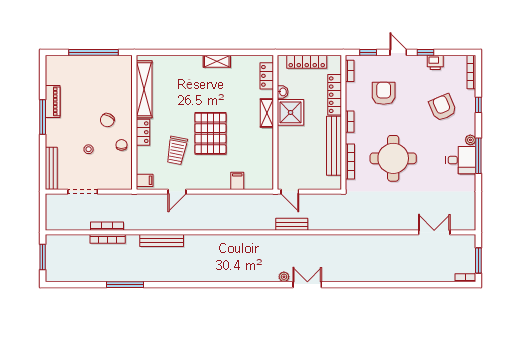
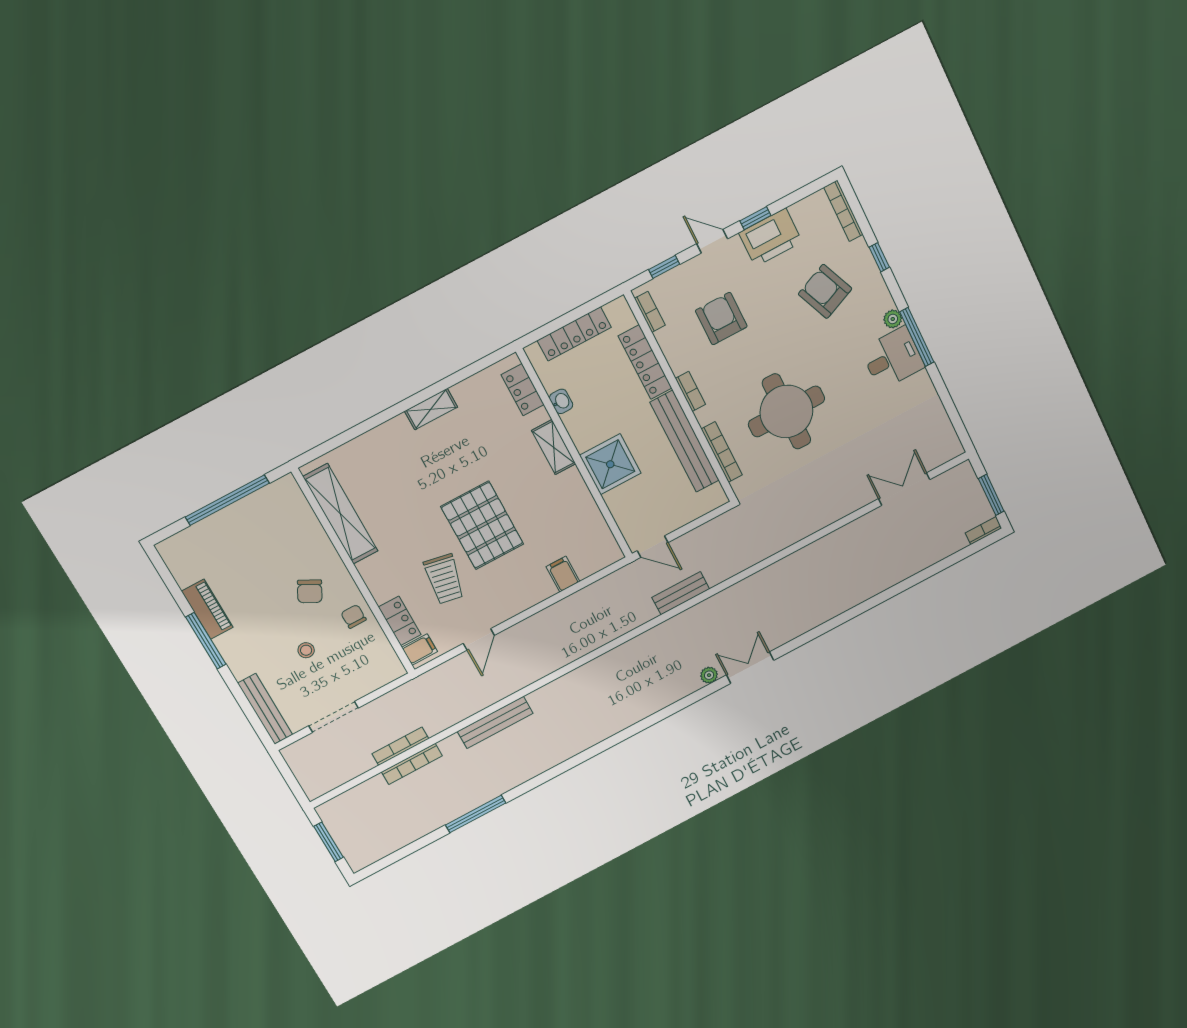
printer: (435, 62) -> (770, 237), width x1.87, depth x1.48
shower: (291, 112) -> (610, 464), moved
locker: (143, 132) -> (400, 621), moved

